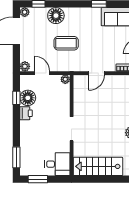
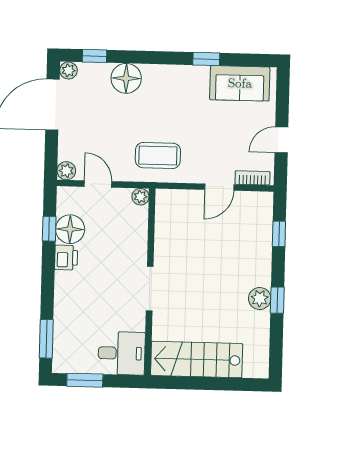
coffee table: (66, 43) -> (158, 155), moved
door: (97, 73) -> (219, 187), moved

